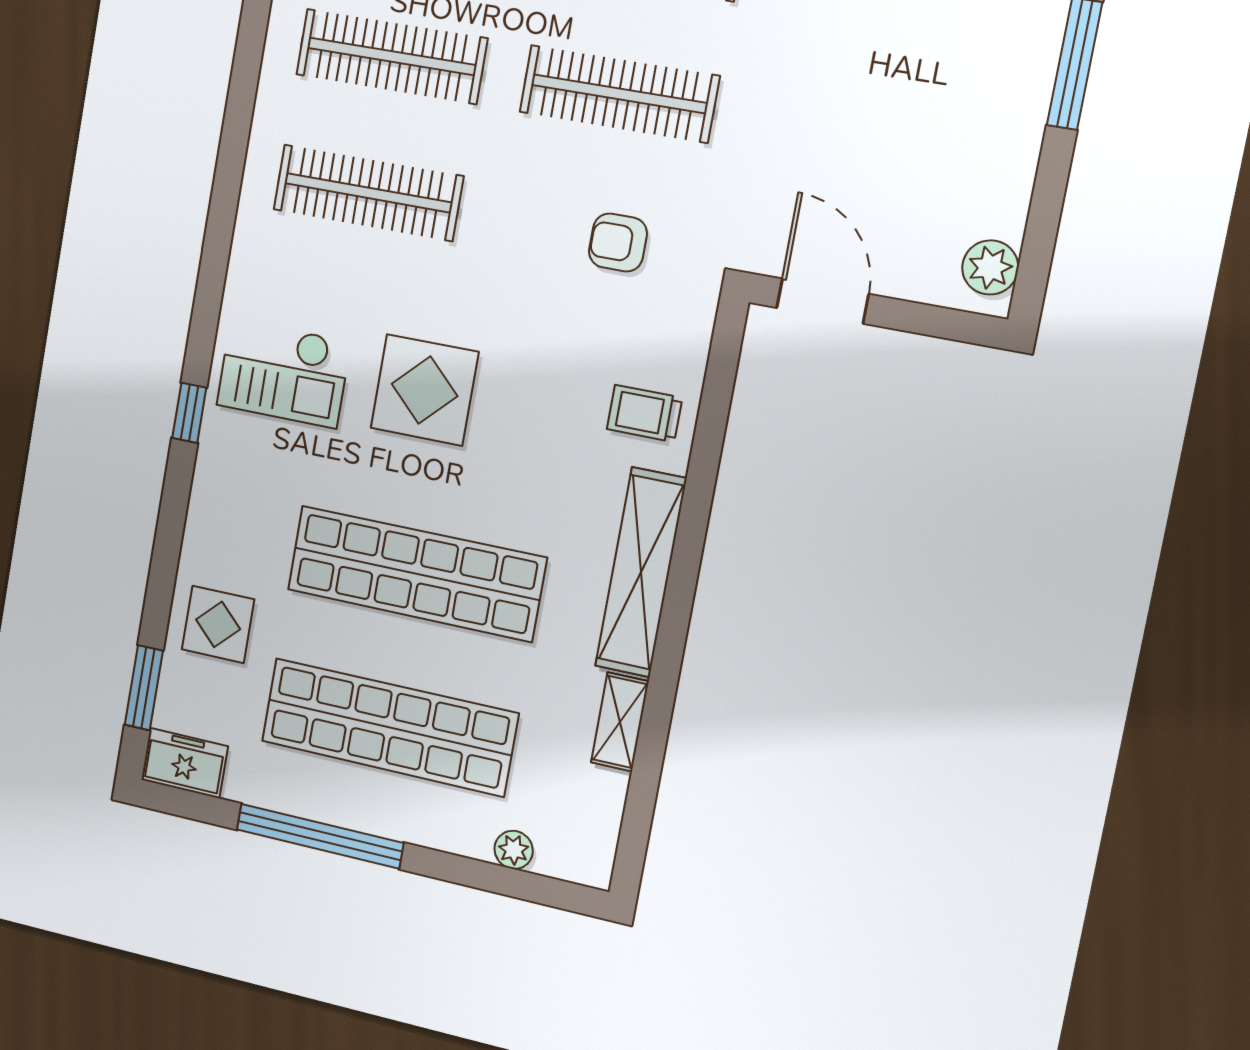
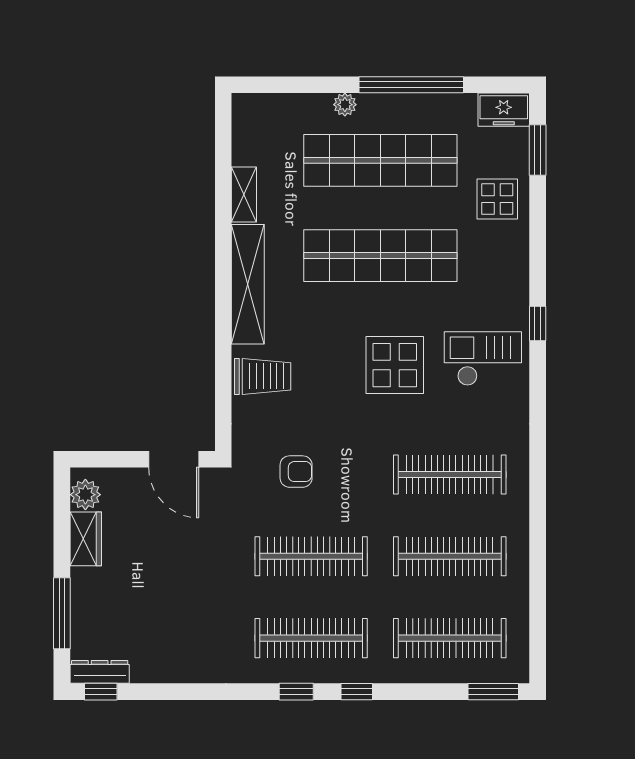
wardrobe: (1005, 189) -> (86, 539), added
trolley: (644, 413) -> (263, 376), width x1.36, depth x1.39
plant: (514, 850) -> (345, 105), moved

